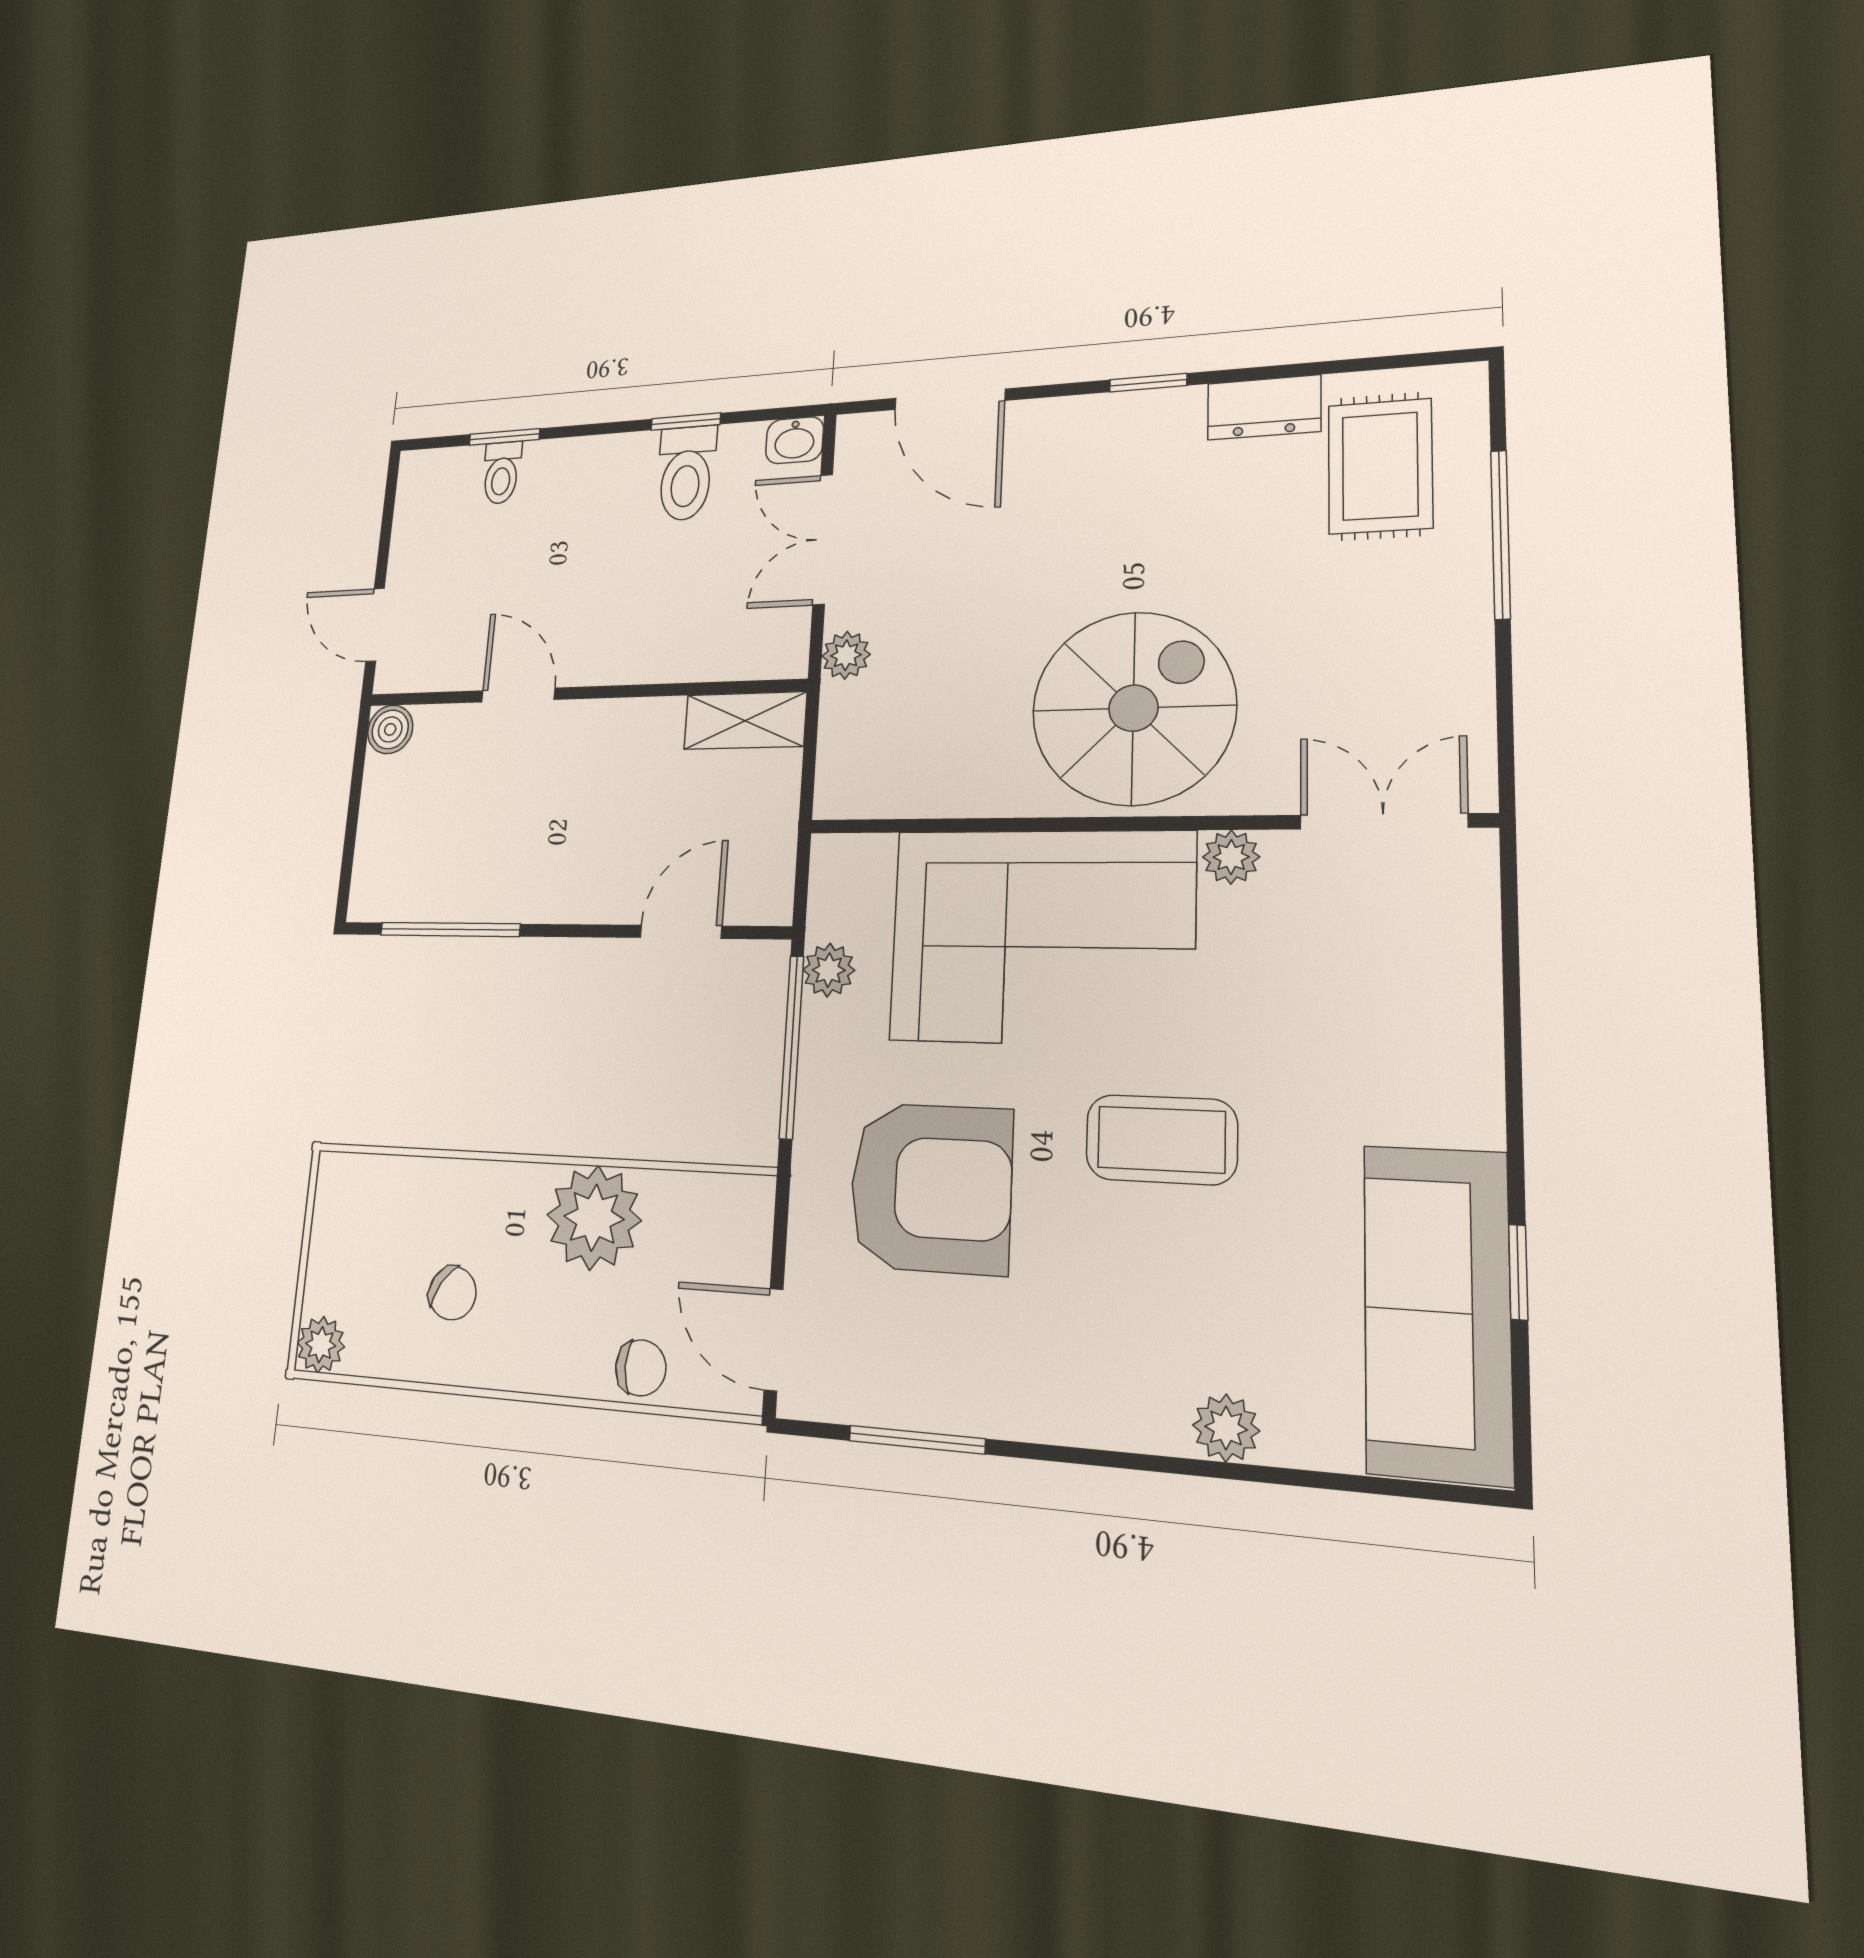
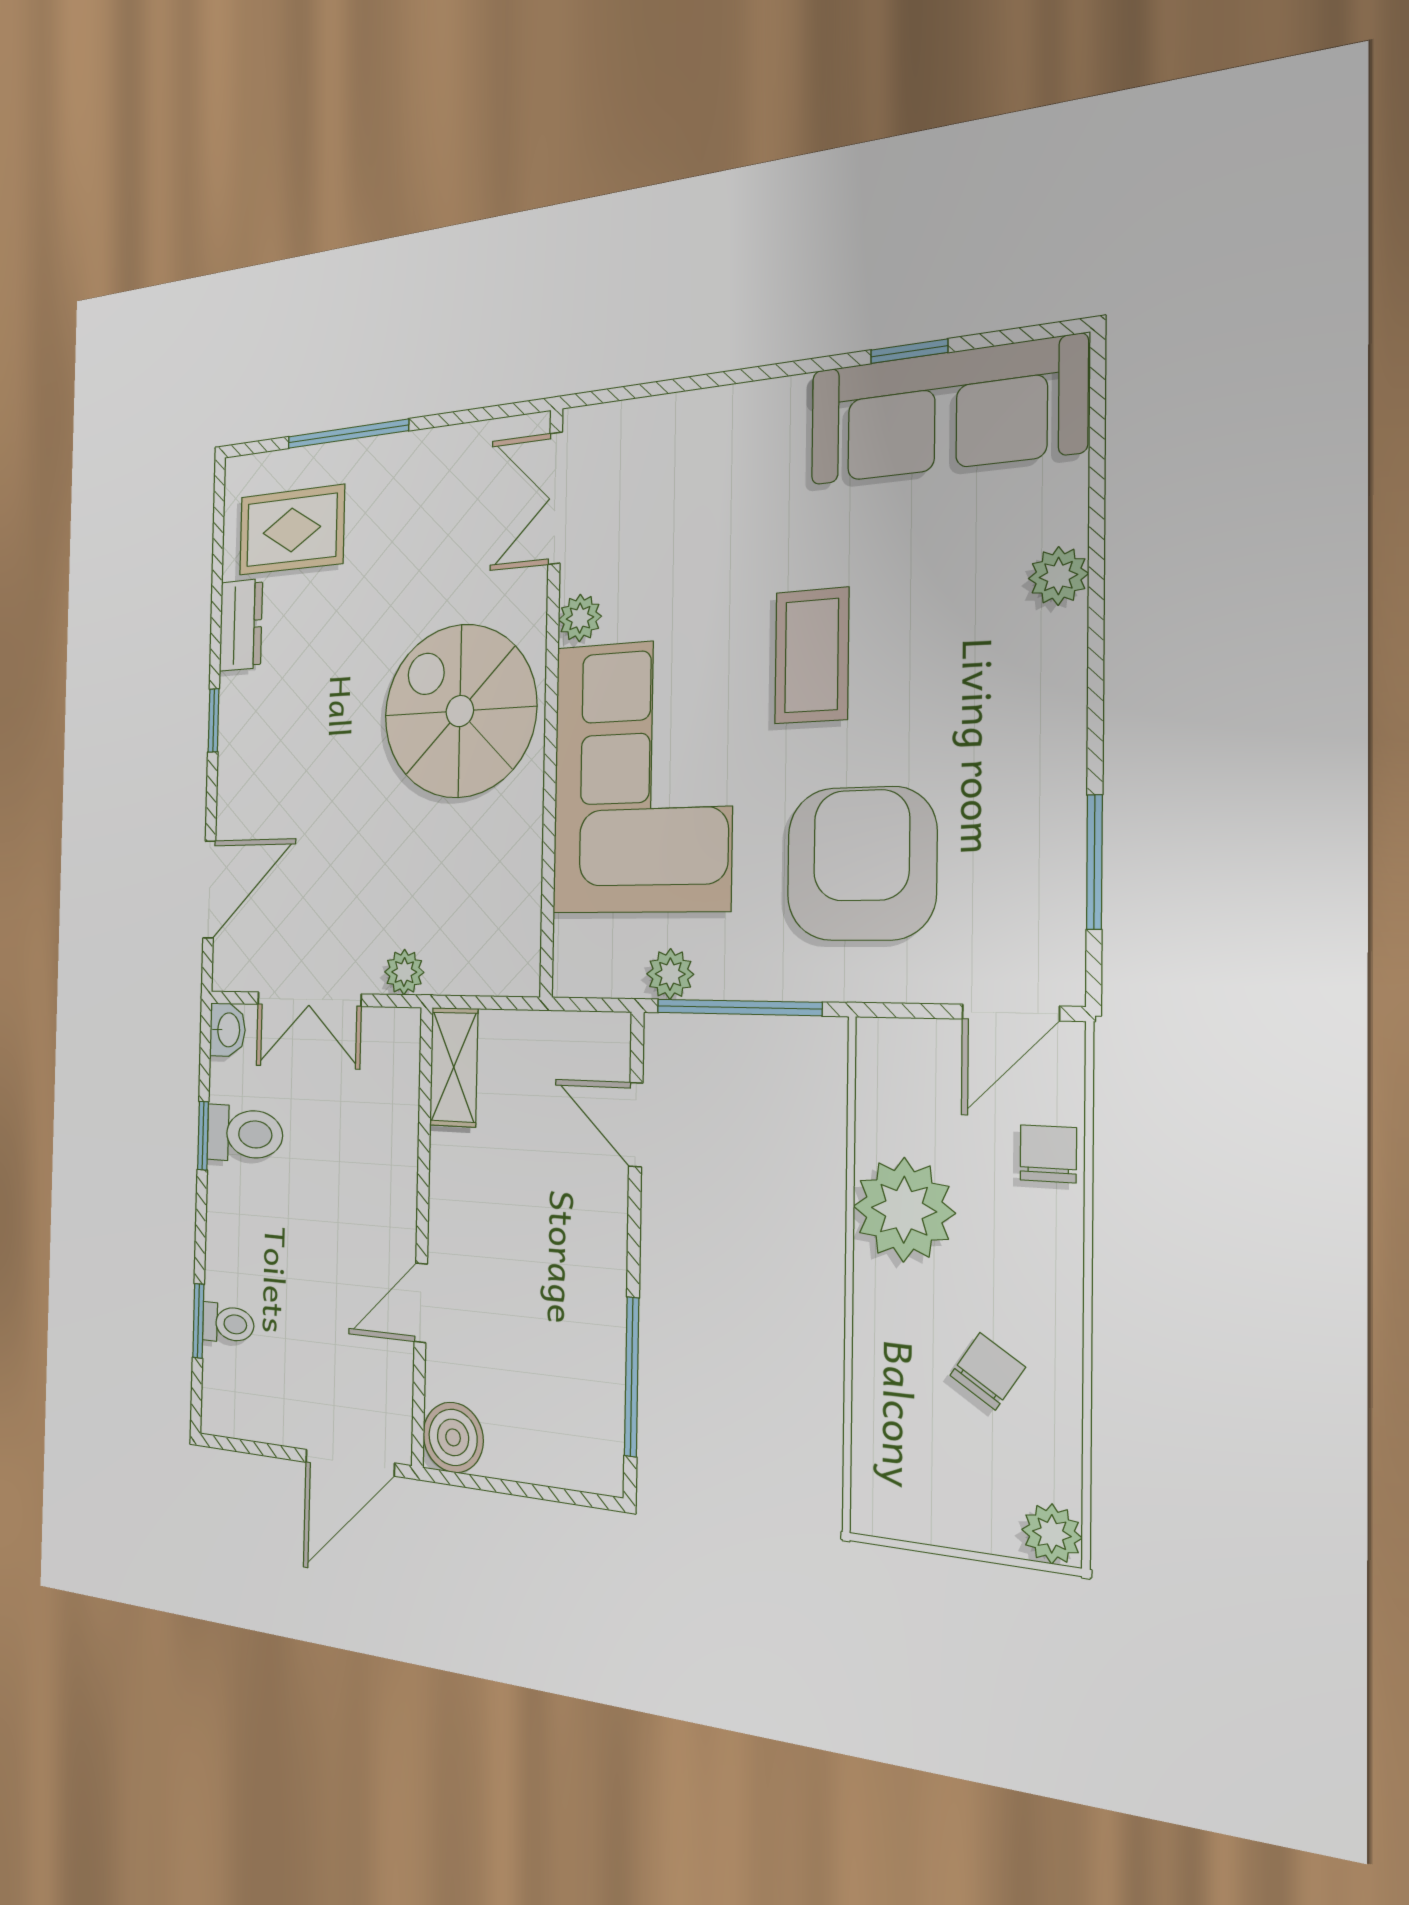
door: (375, 625) -> (350, 1463), width x1.38
boiler: (390, 729) -> (453, 1437), width x1.36, depth x1.36

